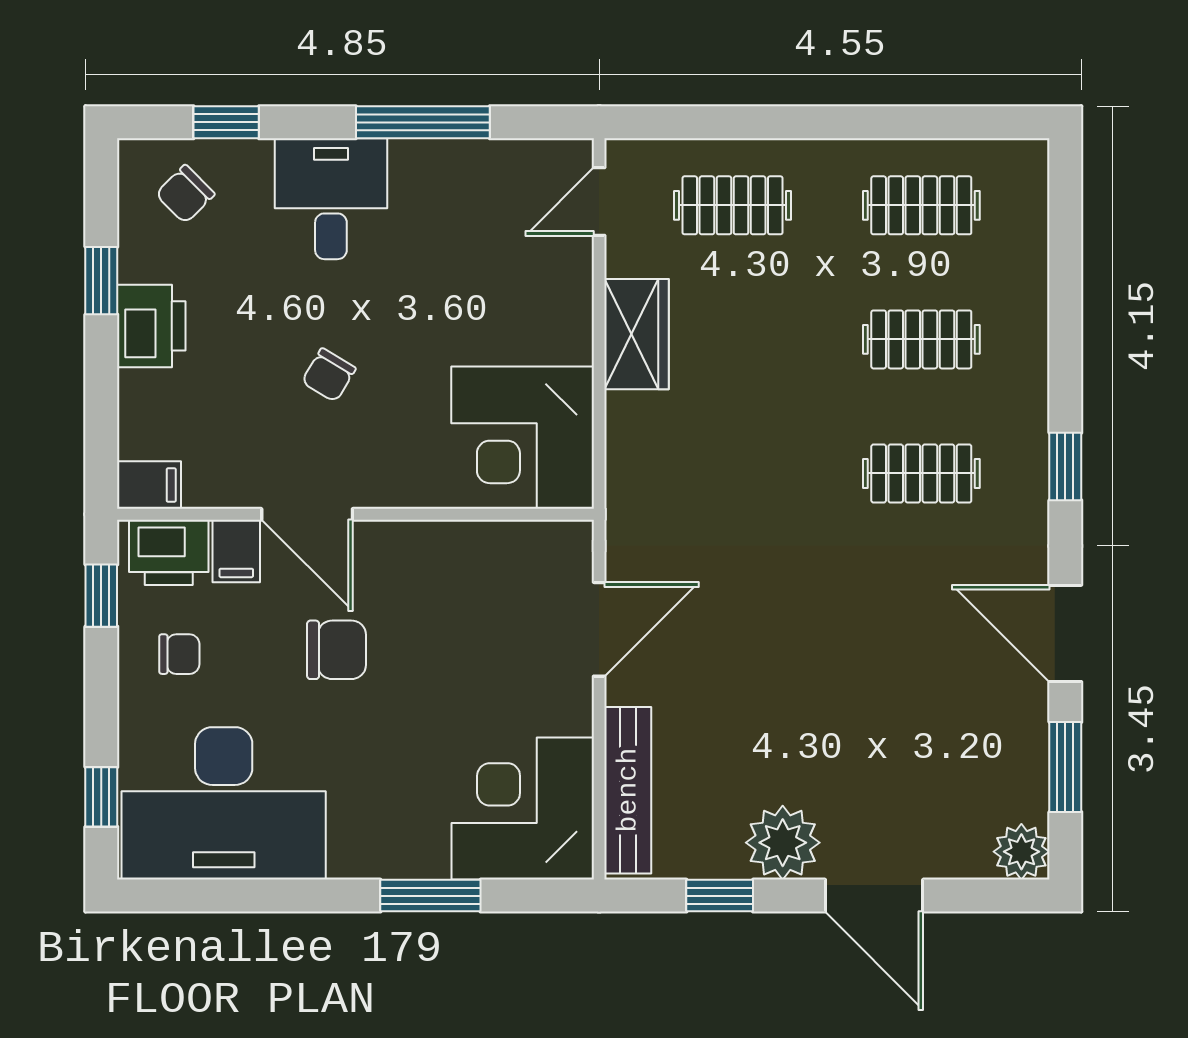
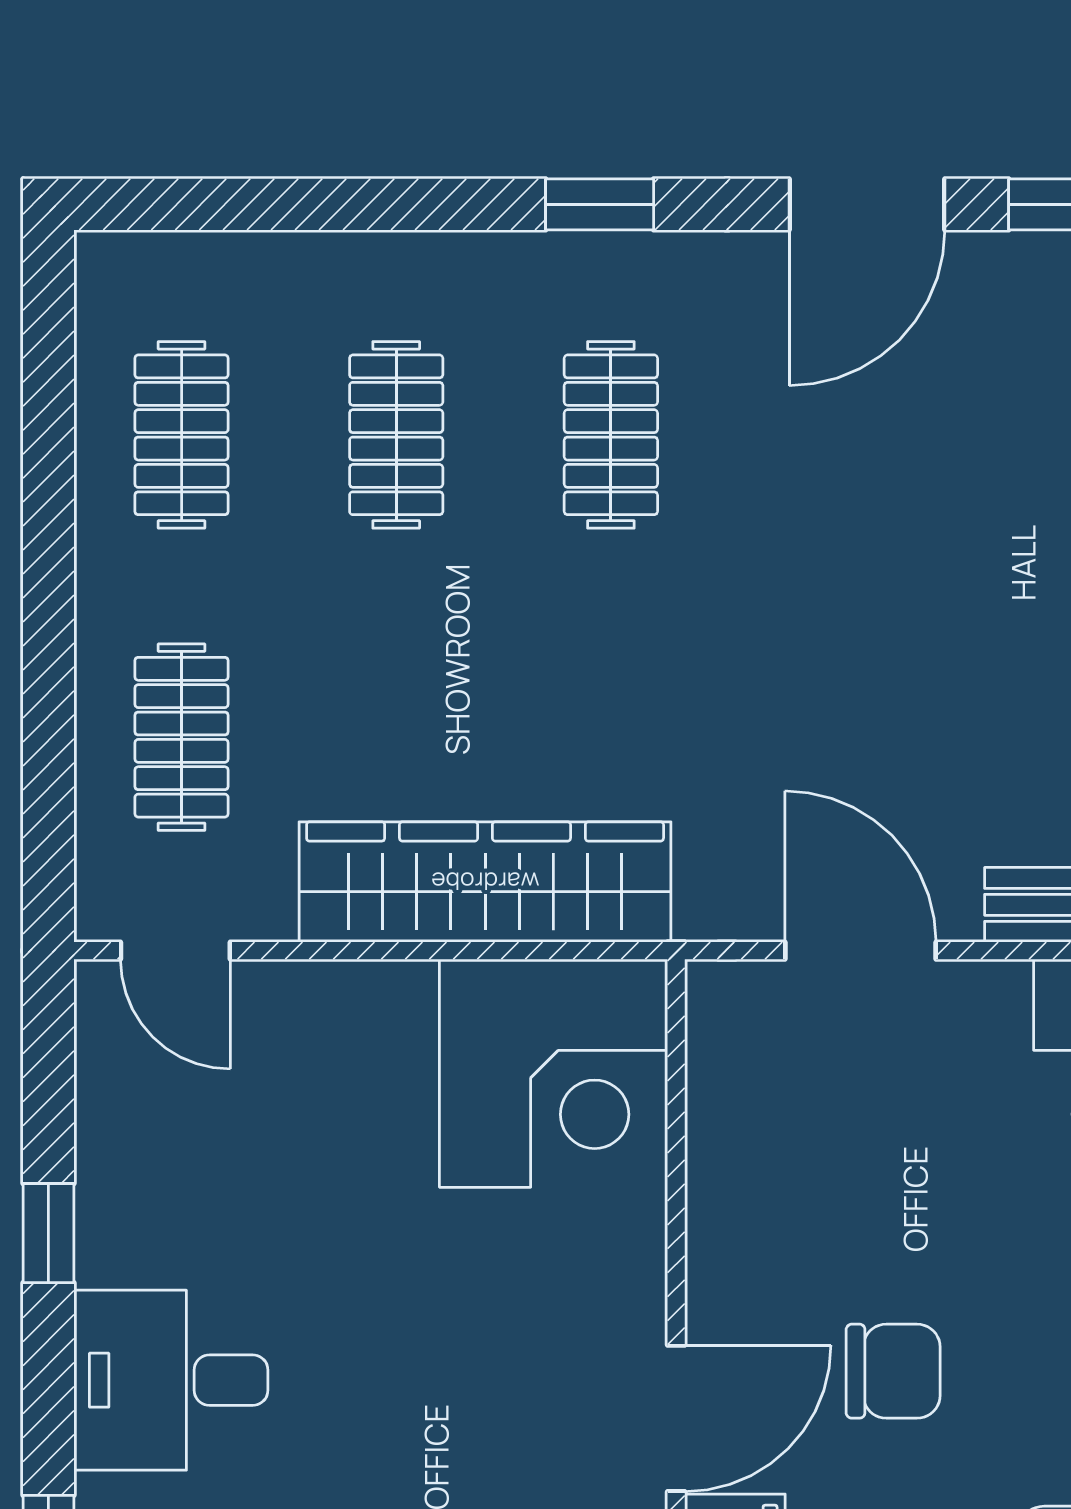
window: (423, 122) -> (48, 1233), width x0.46
wardrobe: (637, 334) -> (485, 882), width x2.10, depth x1.17
chair: (329, 375) -> (453, 1384), removed
chair: (337, 650) -> (893, 1371), turned 90

